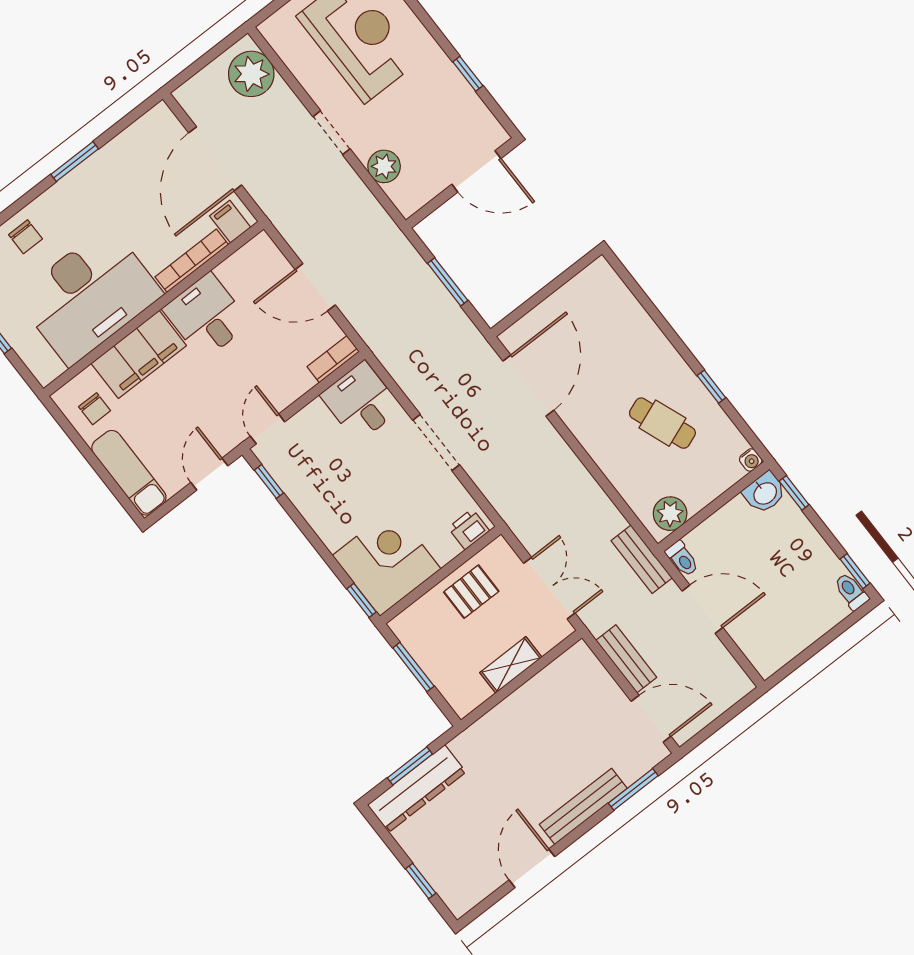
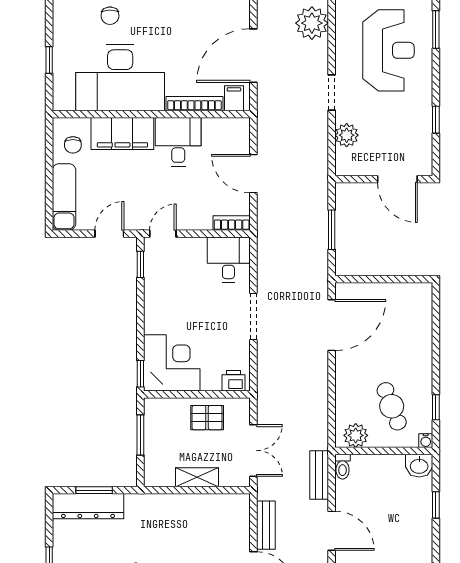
water cooler: (751, 460) -> (426, 441), moved
washbasin: (765, 493) -> (419, 466), moved
wall: (714, 507) -> (384, 451), moved
plant: (670, 514) -> (356, 435), moved
toilet: (682, 559) -> (343, 467), moved

